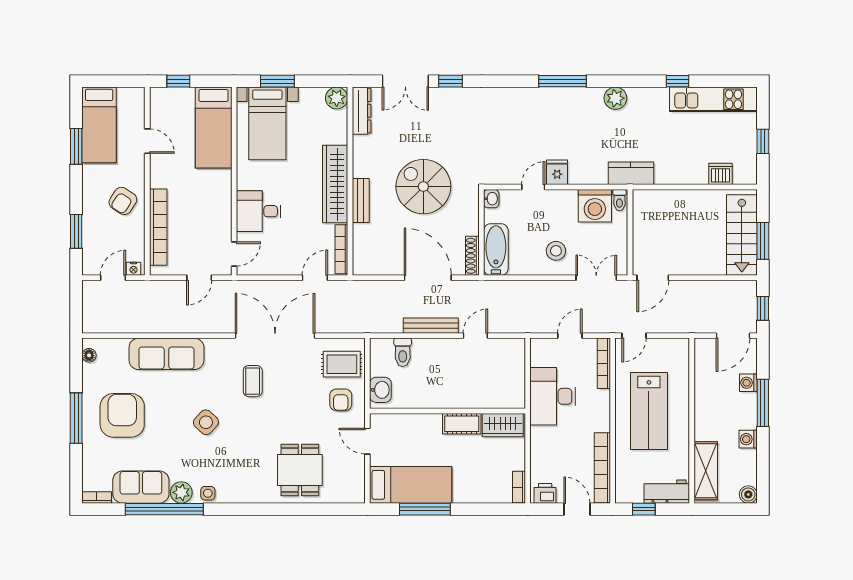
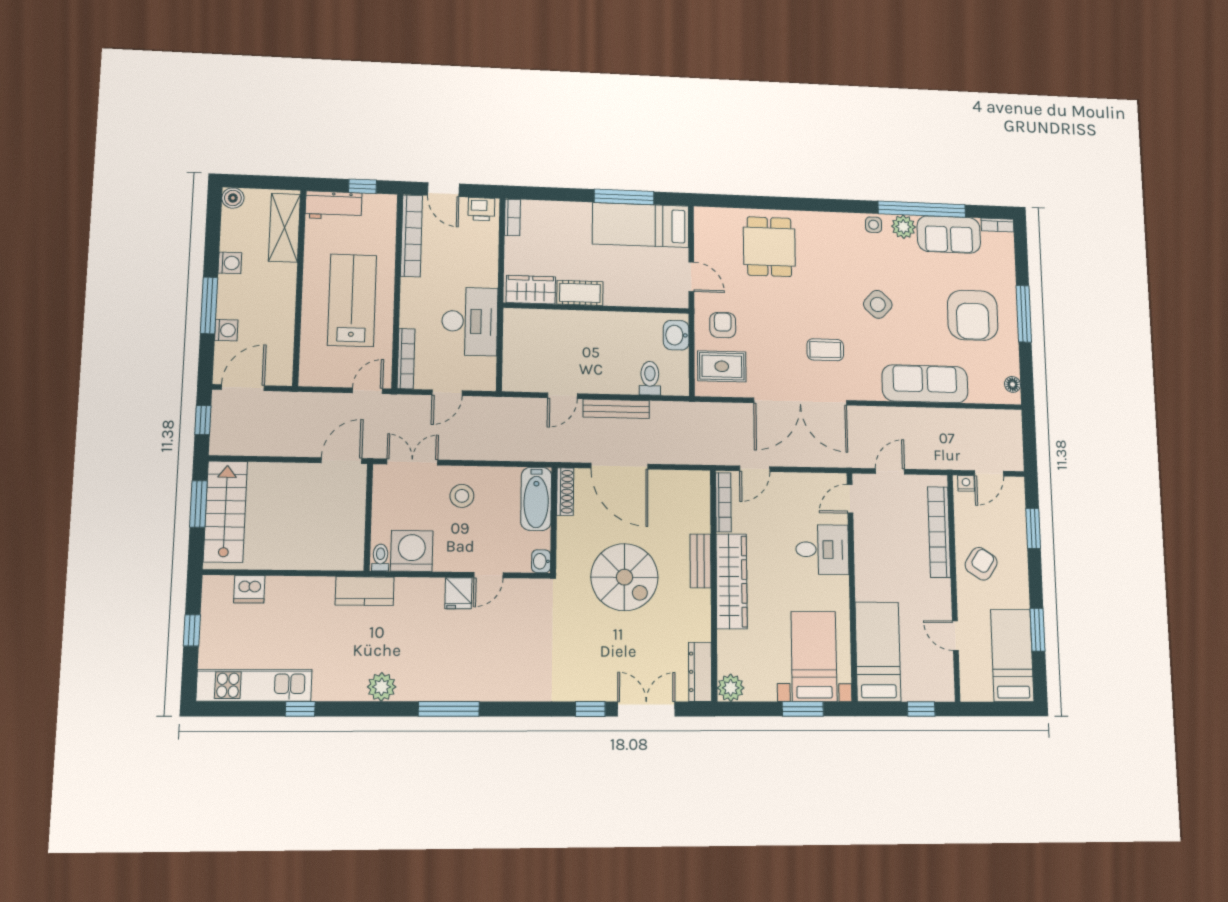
double door: (596, 278) -> (412, 462), swing flipped
coffee table: (253, 381) -> (825, 350), turned 90

